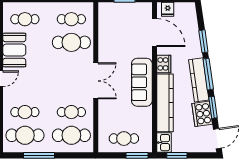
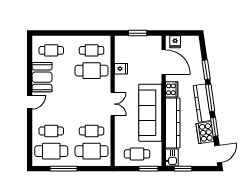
fridge: (105, 40) -> (121, 69), added
double door: (96, 81) -> (113, 104), width x0.73
sofa: (142, 82) -> (150, 113), width x1.36, depth x1.27

